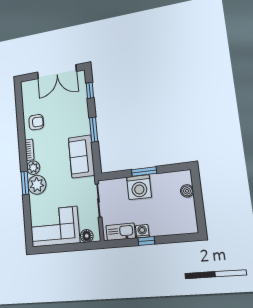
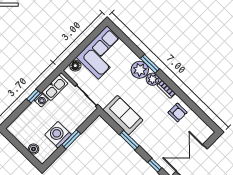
armchair: (36, 122) -> (177, 112), turned -90
washing machine: (139, 187) -> (58, 135), moved

